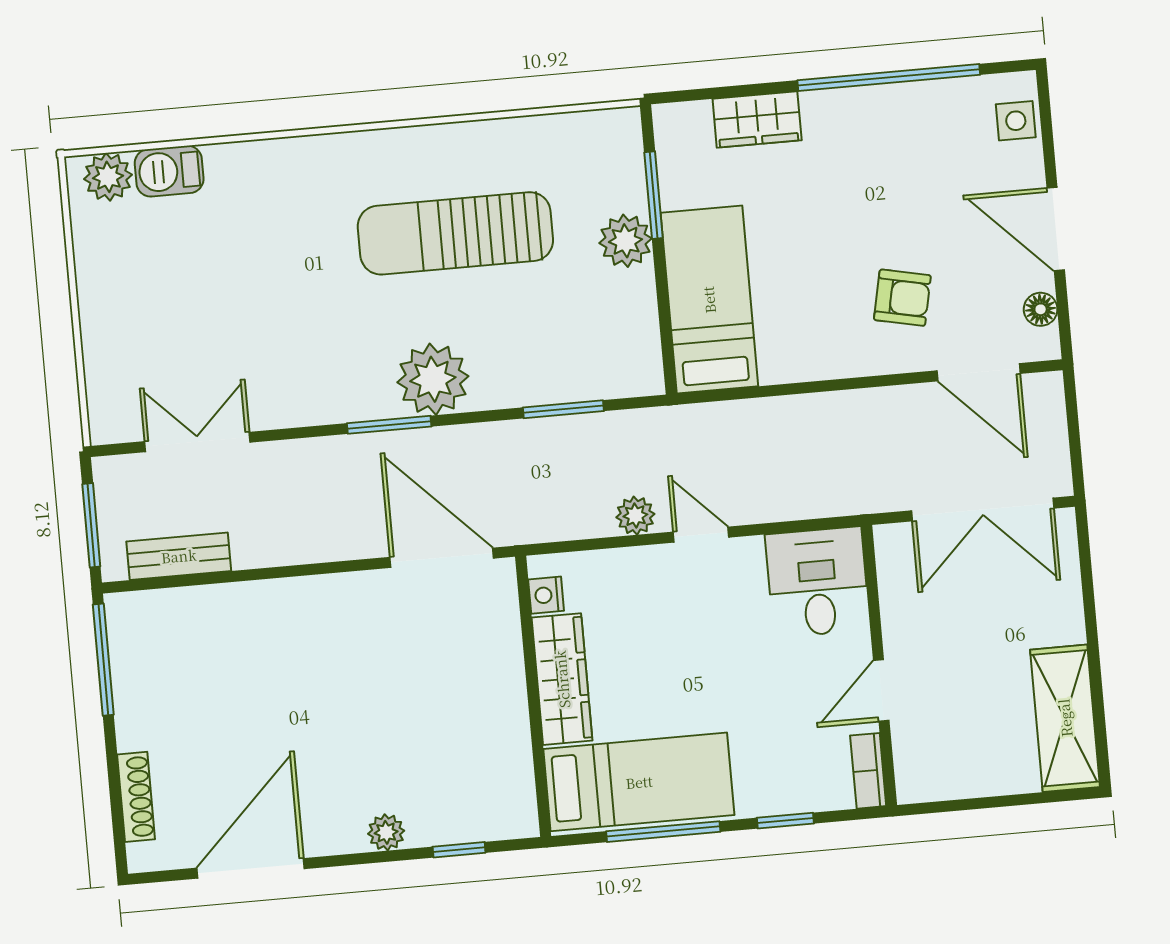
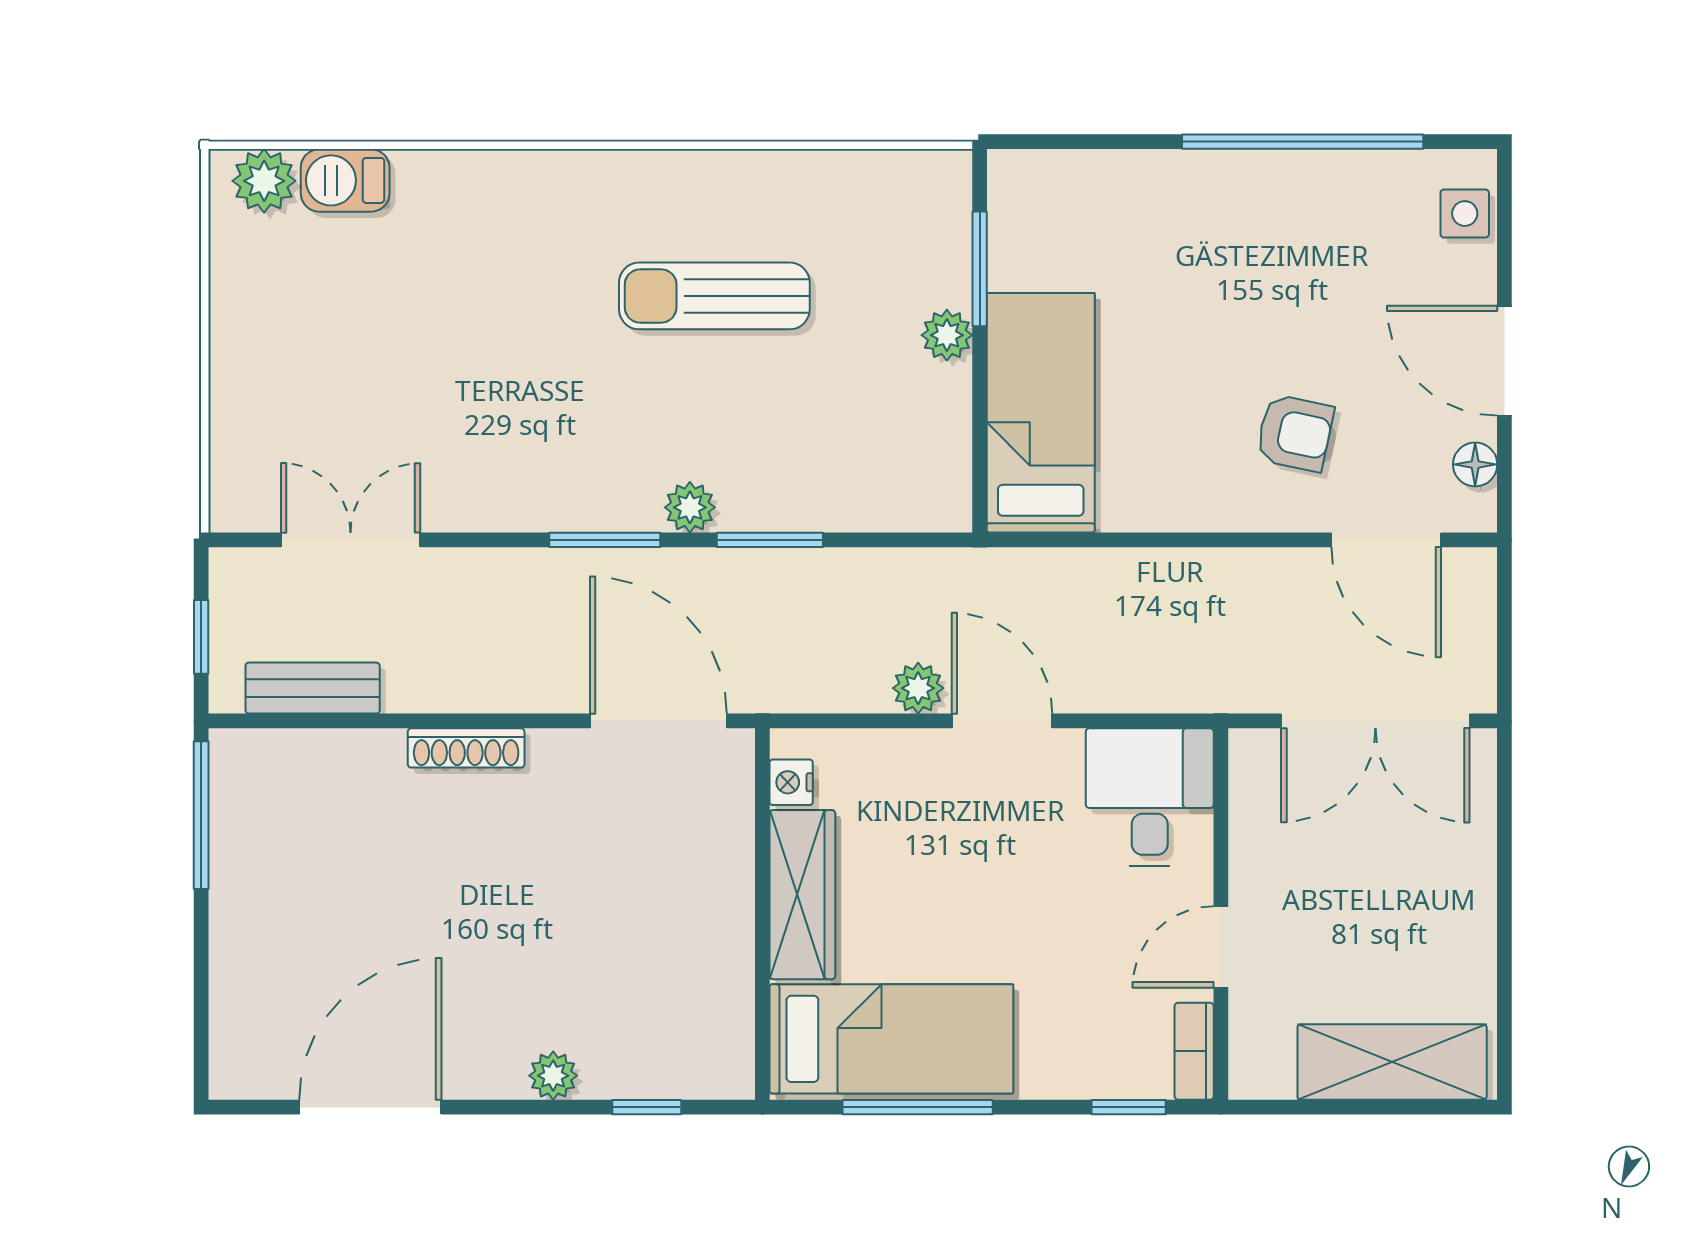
wardrobe: (757, 119) -> (1125, 182), removed
sun lounger: (455, 233) -> (714, 296), width x0.73, depth x0.75
plant: (626, 241) -> (947, 335), width x0.73, depth x0.73
plant: (433, 379) -> (690, 507), width x0.53, depth x0.53
window: (563, 409) -> (770, 540), moved
window: (91, 525) -> (201, 637), width x0.67
door: (701, 535) -> (1002, 721), width x1.38
shelving: (1065, 718) -> (1392, 1062), moved, turned 90
shoe rack: (136, 797) -> (466, 748), moved, turned 90
window: (785, 821) -> (1129, 1107), moved

